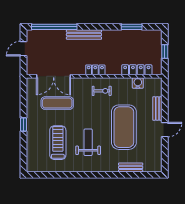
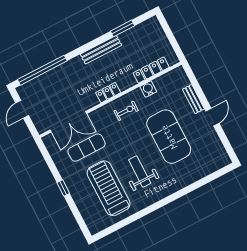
bench: (84, 35) -> (101, 50), moved
window: (165, 52) -> (170, 36), removed
water cooler: (138, 83) -> (148, 89), moved
treadmill: (58, 143) -> (109, 188), width x1.37, depth x1.38
bench: (131, 167) -> (198, 175), removed

